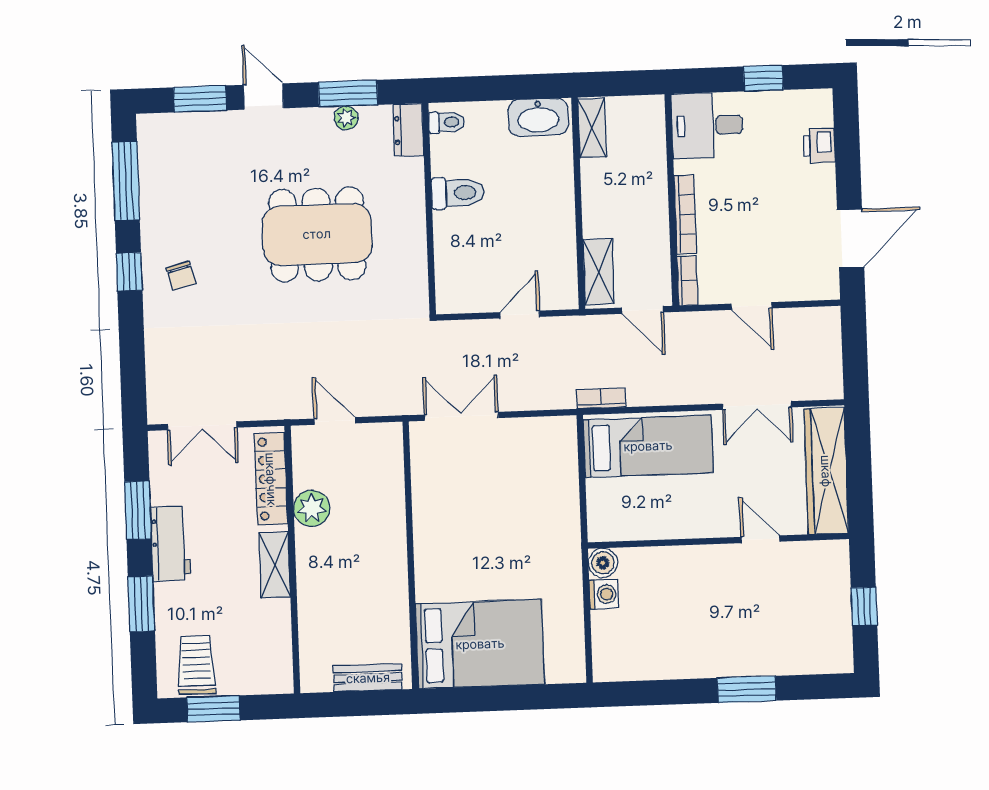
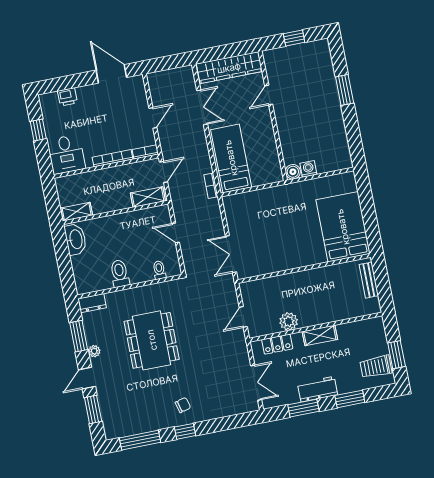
plant: (346, 118) -> (94, 351), moved
toilet: (447, 122) -> (159, 270), moved
locker: (271, 479) -> (277, 344), width x0.66

